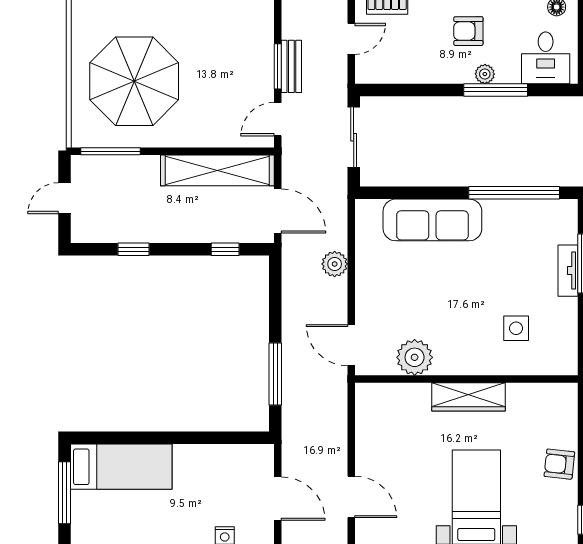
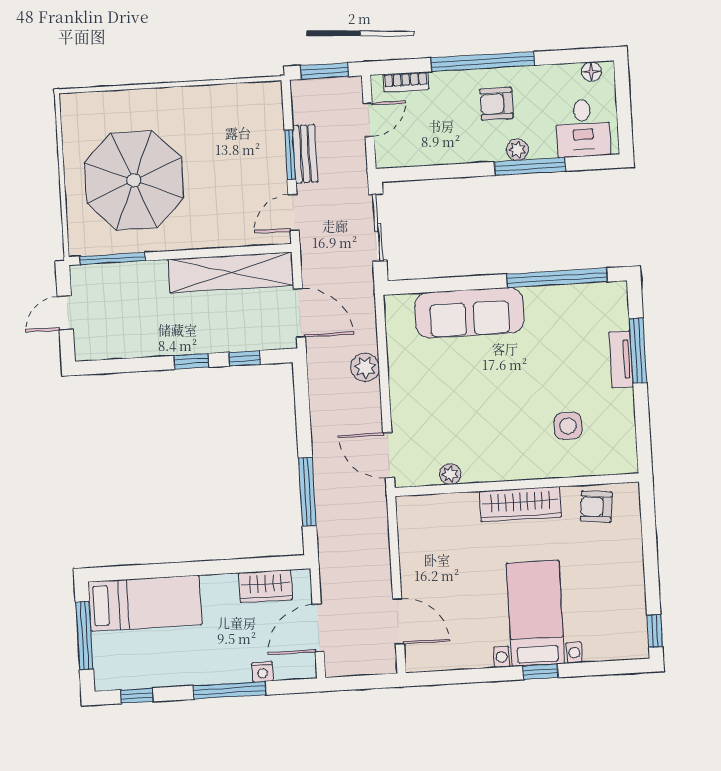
window: (134, 249) -> (191, 361), moved
plant: (415, 357) -> (450, 474), width x0.53, depth x0.53
wardrobe: (232, 458) -> (265, 586), added
armchair: (559, 464) -> (596, 507), moved
door: (278, 499) -> (318, 628), swing flipped

